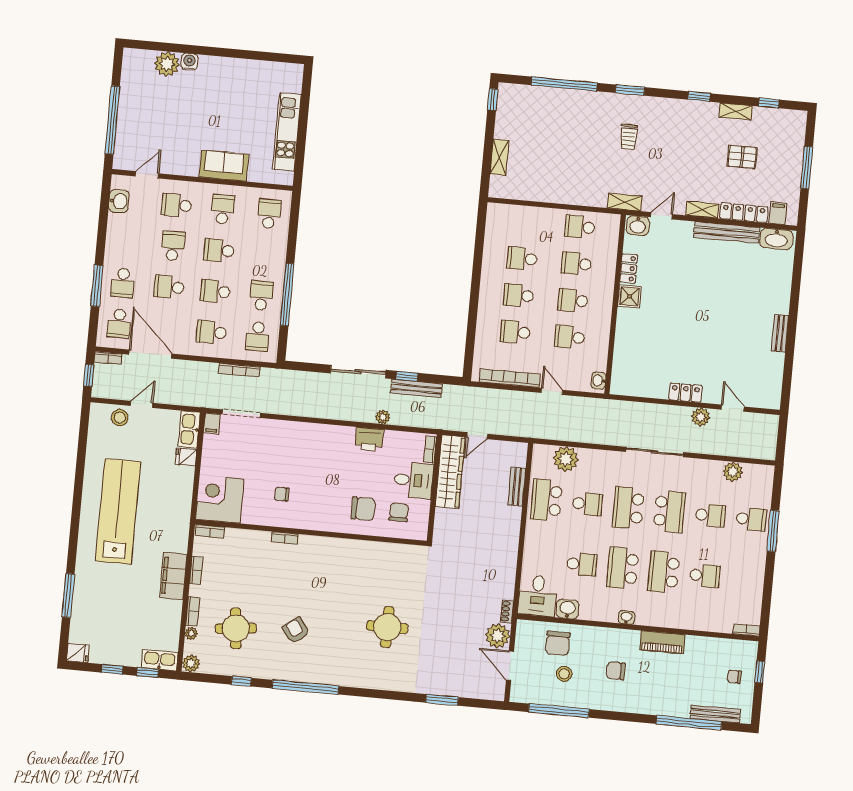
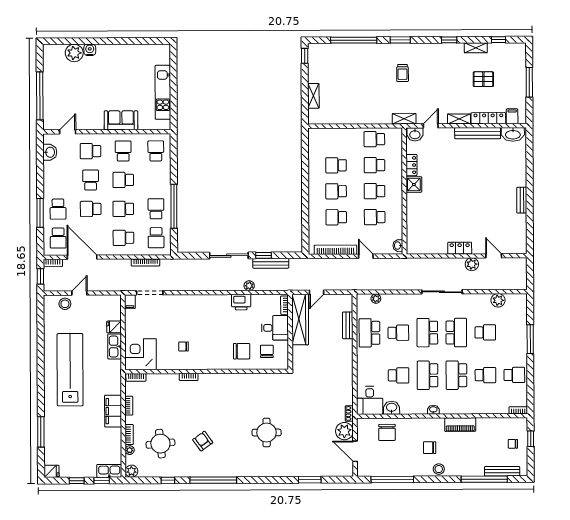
kitchen sink: (189, 429) -> (115, 346), moved
plant: (566, 459) -> (376, 299), width x0.53, depth x0.53
school desk: (751, 519) -> (514, 375), moved
stool: (564, 674) -> (439, 469), moved

